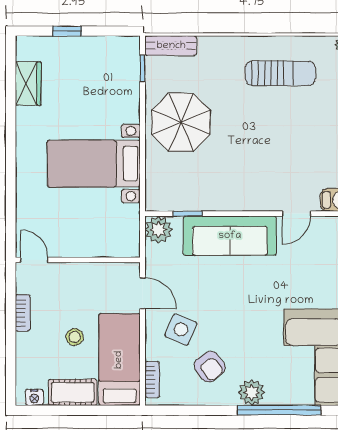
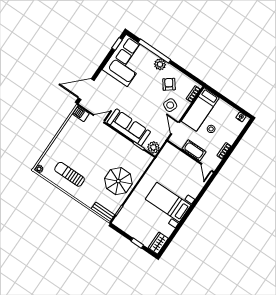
wardrobe: (28, 83) -> (158, 243), moved
bed with nightstands: (94, 164) -> (168, 202), moved, turned 180
cot: (73, 392) -> (194, 150), moved

